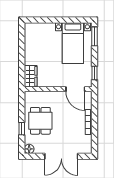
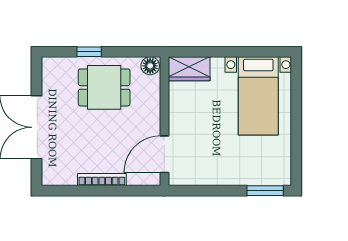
bed with nightstands: (73, 43) -> (258, 96), moved, turned -90
window: (94, 73) -> (195, 191), removed
floor lamp: (29, 149) -> (150, 66), moved

